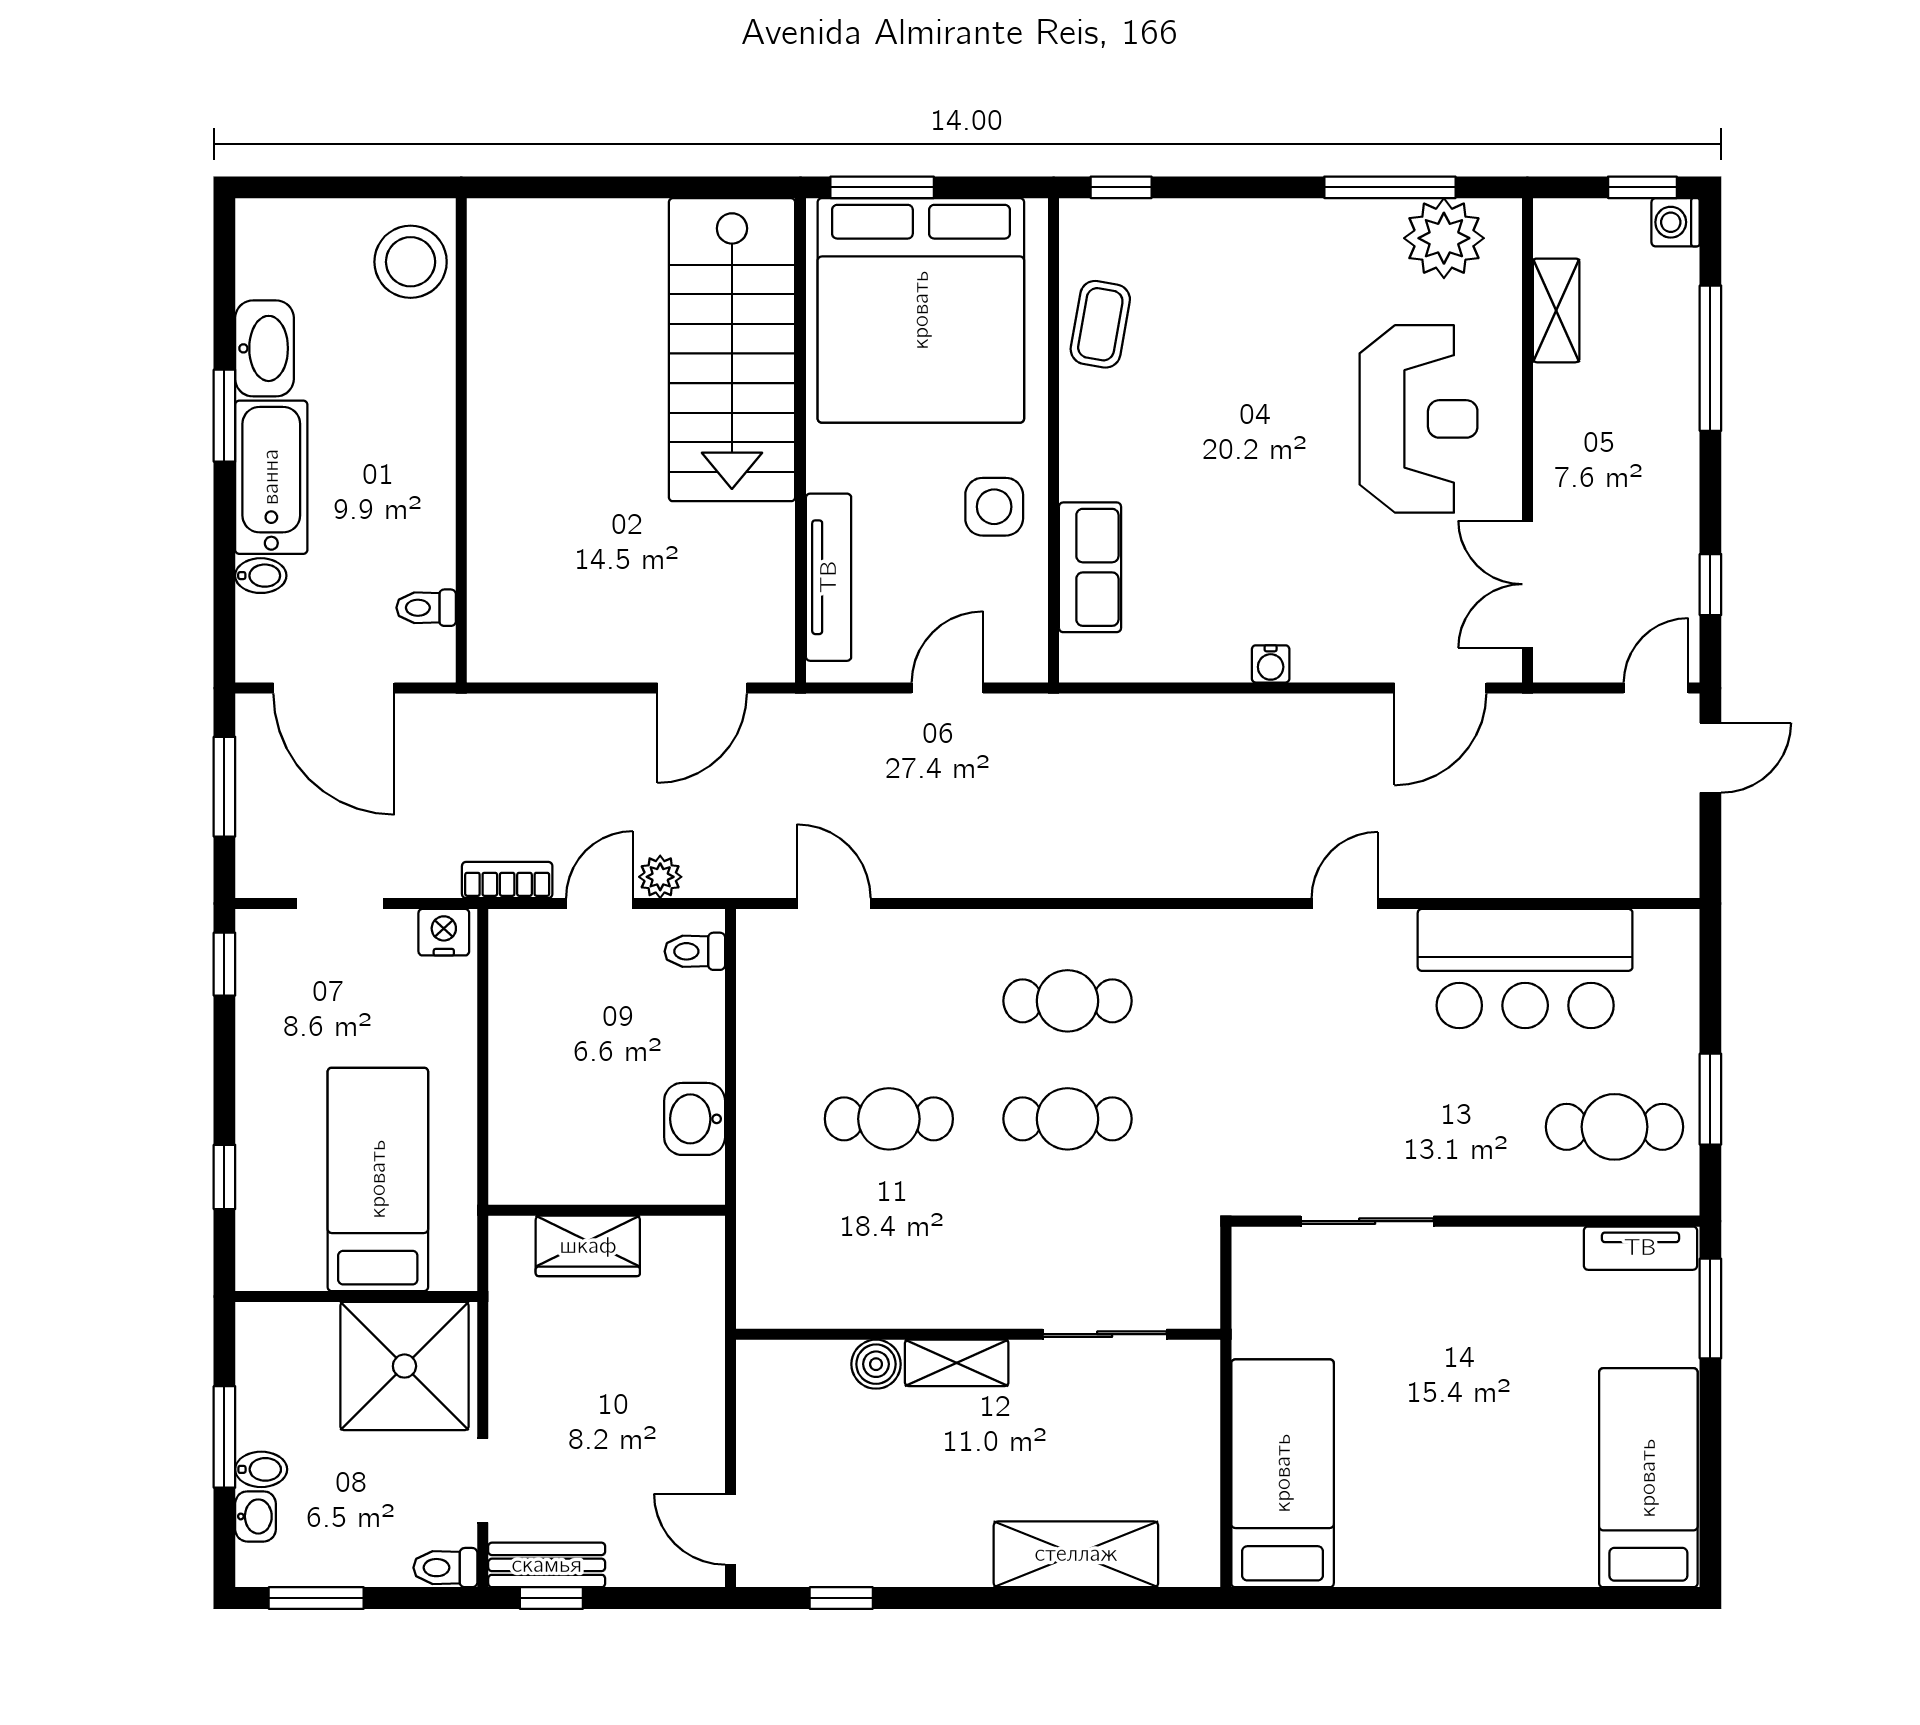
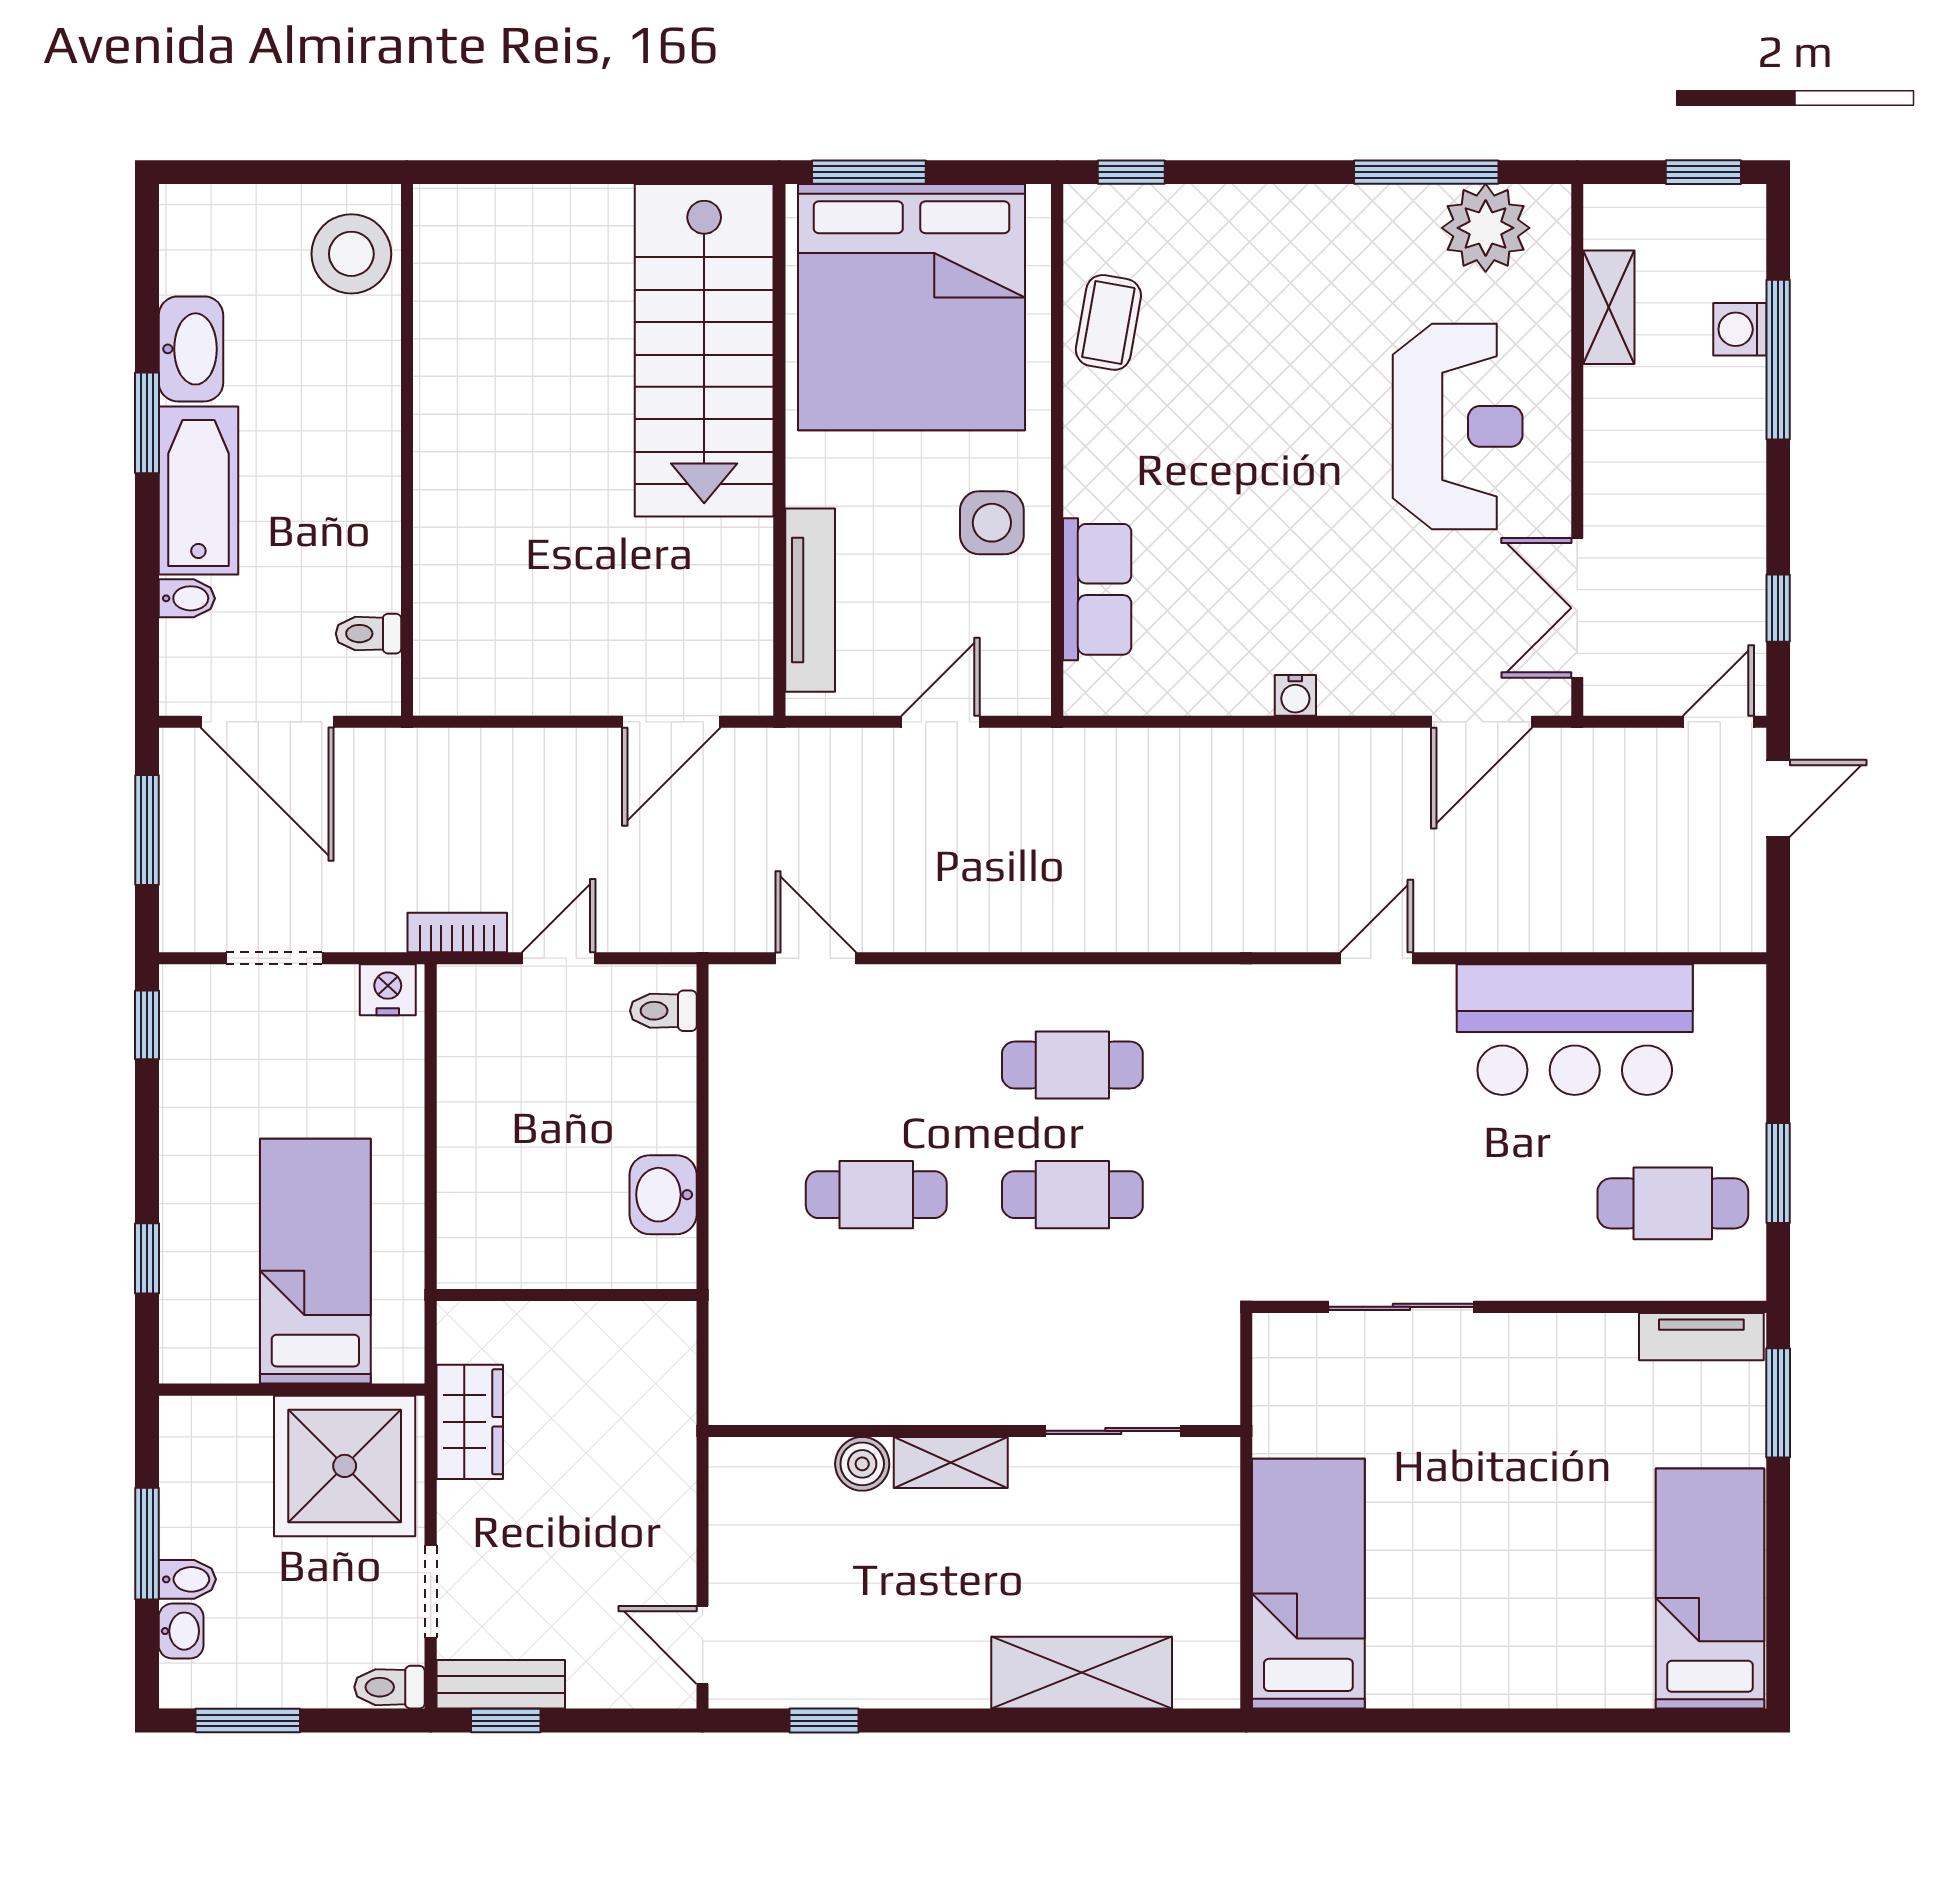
washing machine: (1676, 222) -> (1740, 329), moved
plant: (660, 877) -> (625, 929), removed
wardrobe: (588, 1246) -> (470, 1422), moved, turned -90

